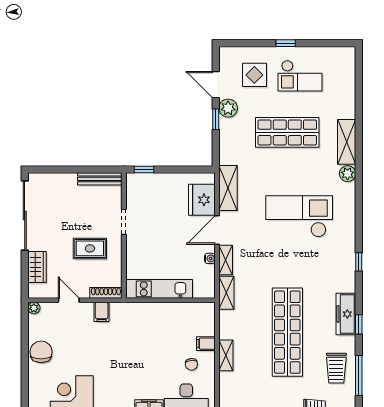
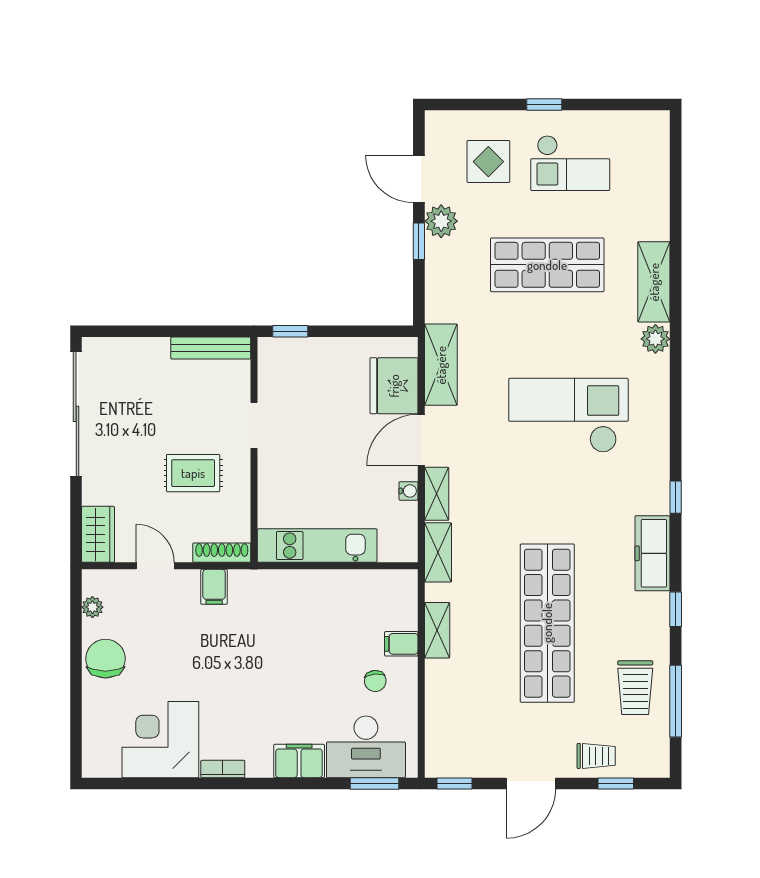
wardrobe: (37, 267) -> (98, 534), moved
plant: (34, 308) -> (92, 607), moved
freezer: (346, 314) -> (652, 553), moved
shelving: (226, 355) -> (437, 630), moved

